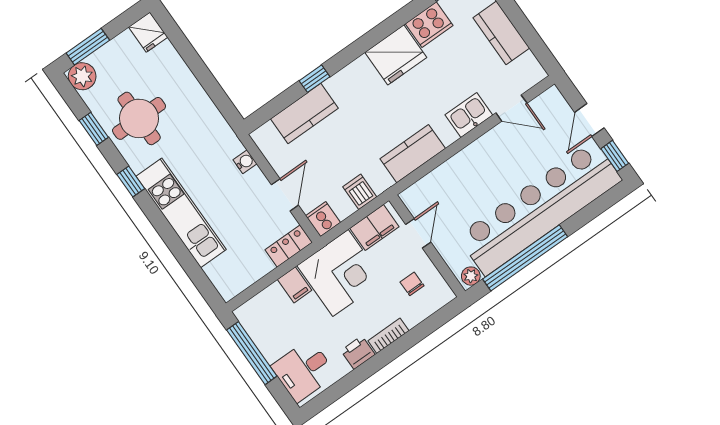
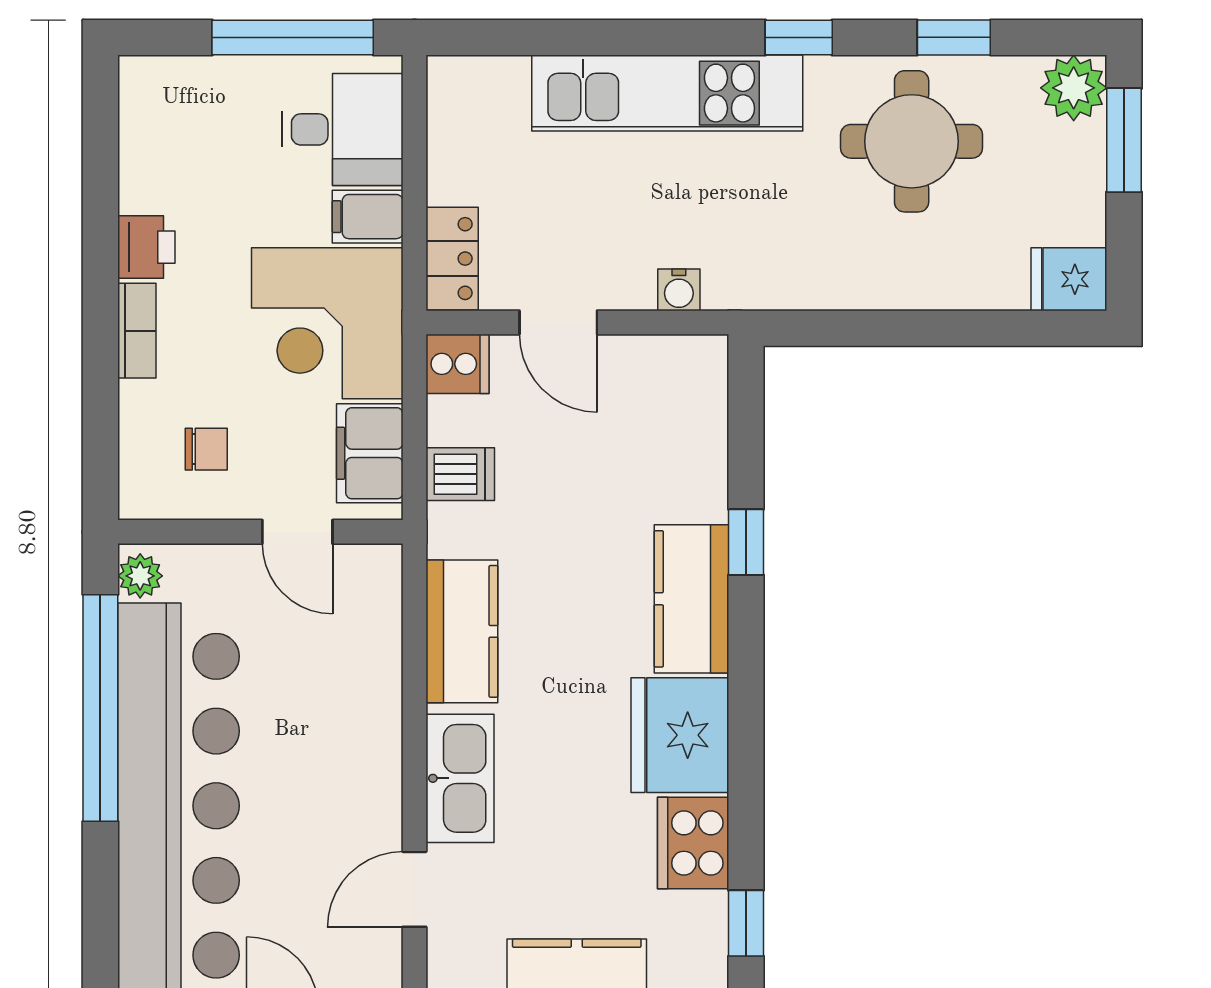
kitchen counter: (304, 114) -> (691, 599), moved
kitchen sink: (469, 115) -> (460, 778), width x1.38
desk: (304, 371) -> (342, 129), moved, turned 90

